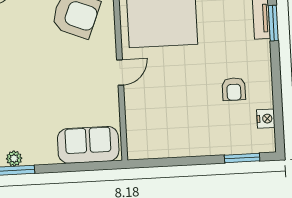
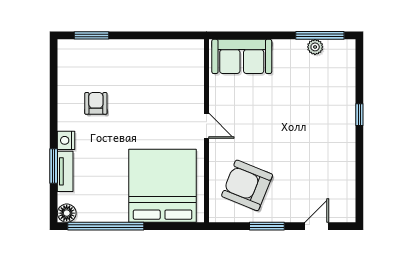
door: (120, 72) -> (207, 126), swing flipped
nightstand: (266, 119) -> (66, 140), moved

